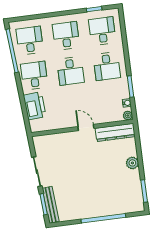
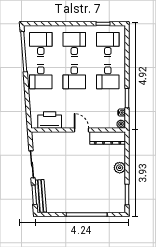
desk: (34, 76) -> (41, 77), turned 180
printer: (35, 106) -> (50, 120), moved, turned -86

